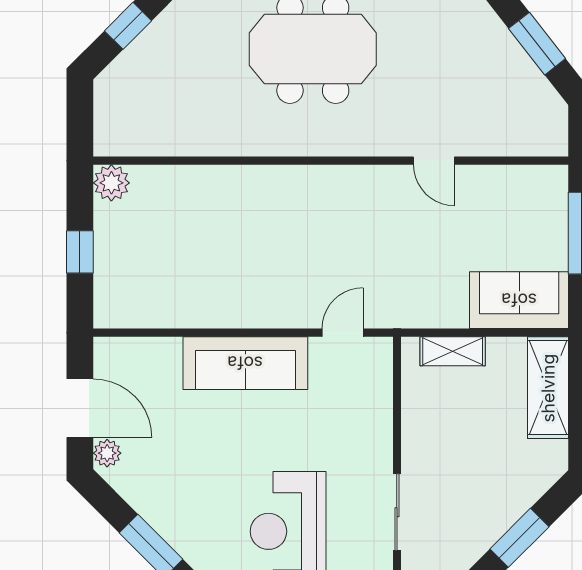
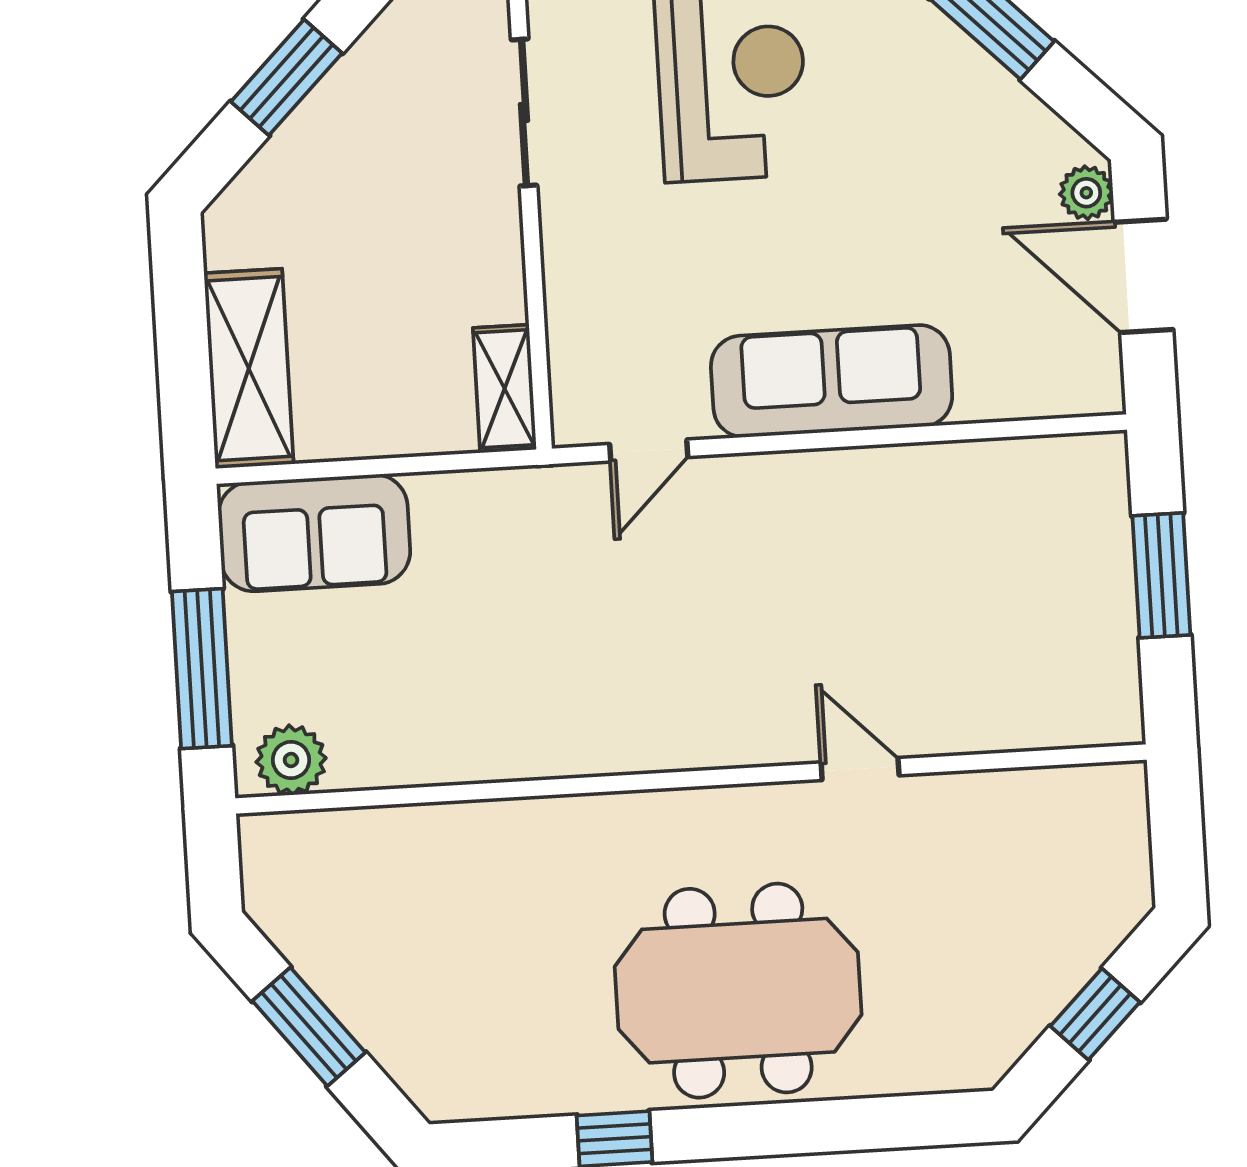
door: (434, 161) -> (860, 769), moved
plant: (111, 183) -> (291, 760), moved
window: (80, 252) -> (1161, 575), width x1.50
shelving: (453, 351) -> (505, 389), moved, turned 90

